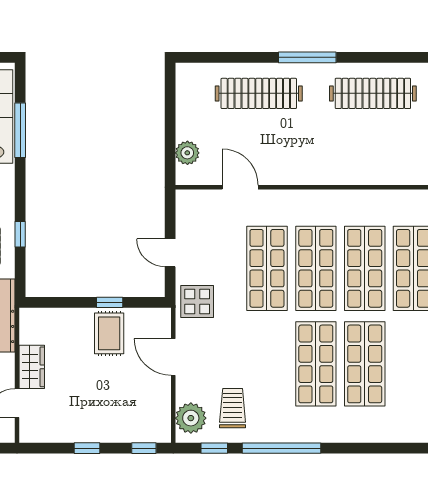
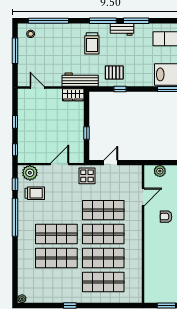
armchair: (280, 140) -> (166, 217), added
rug: (109, 333) -> (71, 133), removed
wardrobe: (32, 367) -> (73, 95), moved

